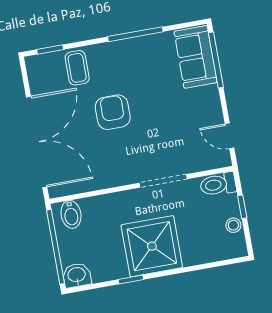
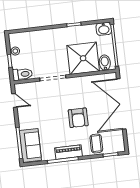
piano: (126, 49) -> (68, 152), added
shower: (152, 246) -> (83, 58), moved

